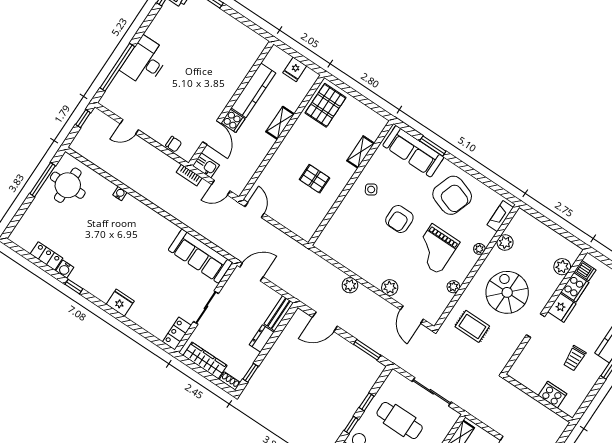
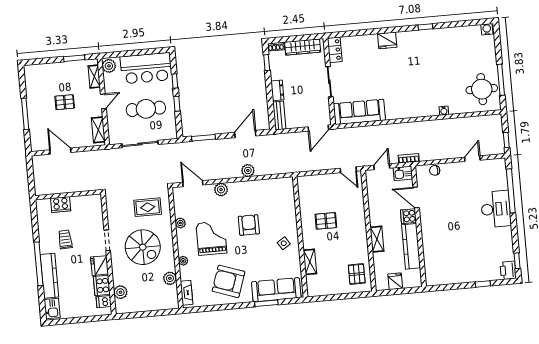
pallet: (326, 105) -> (357, 274), width x0.67, depth x0.71
armchair: (399, 219) -> (249, 225), moved
locker: (46, 256) -> (459, 32), removed
water cooler: (65, 269) -> (487, 29), moved

